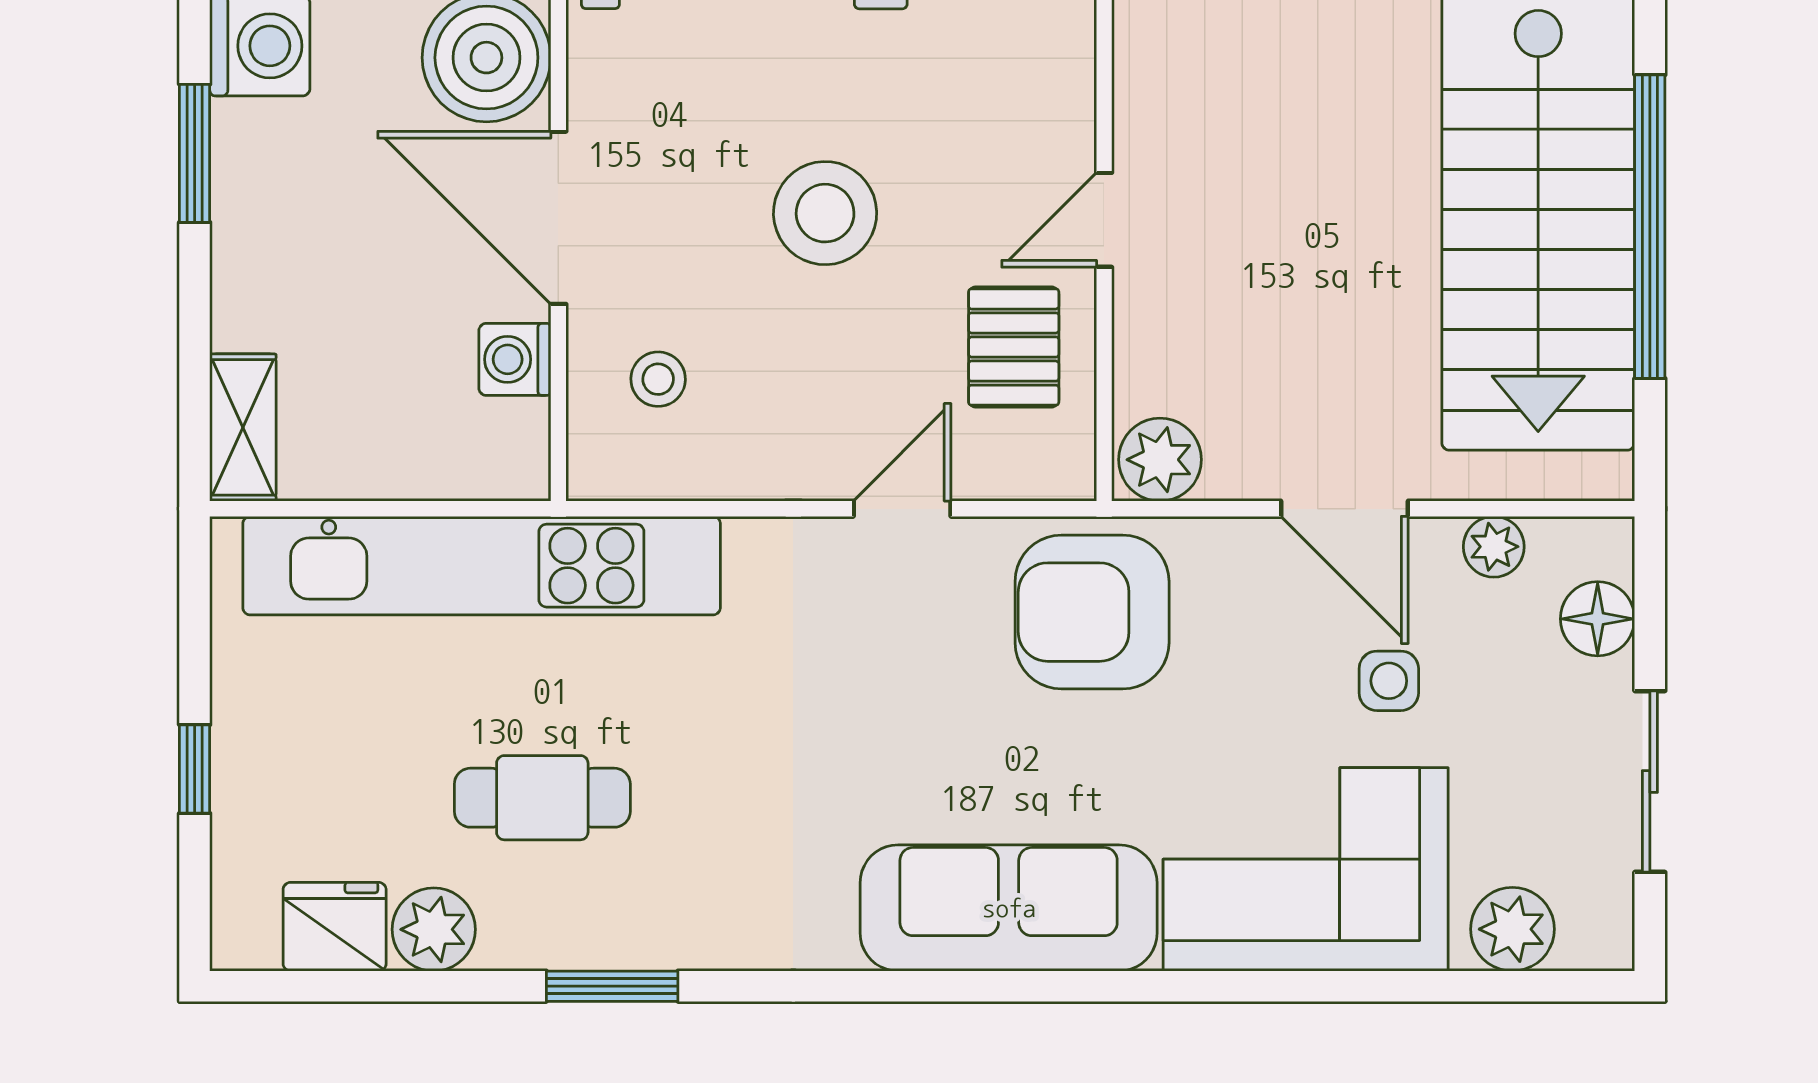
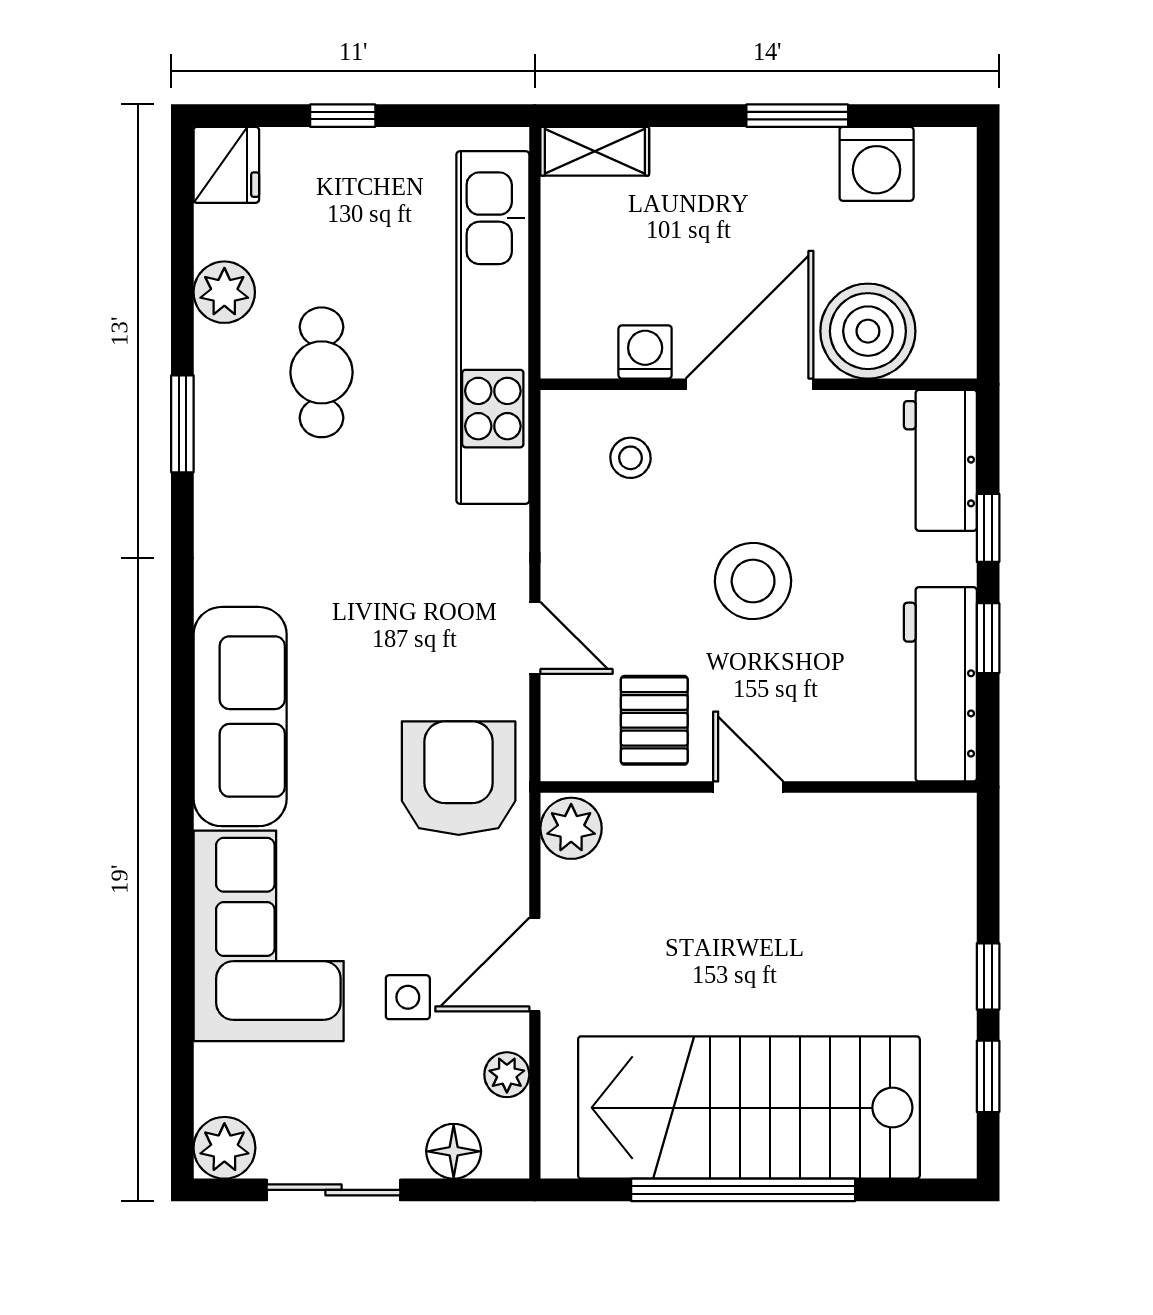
pallet: (1014, 347) -> (654, 720), turned 90
fridge: (335, 927) -> (226, 165), moved
plant: (1512, 929) -> (224, 1148), moved

